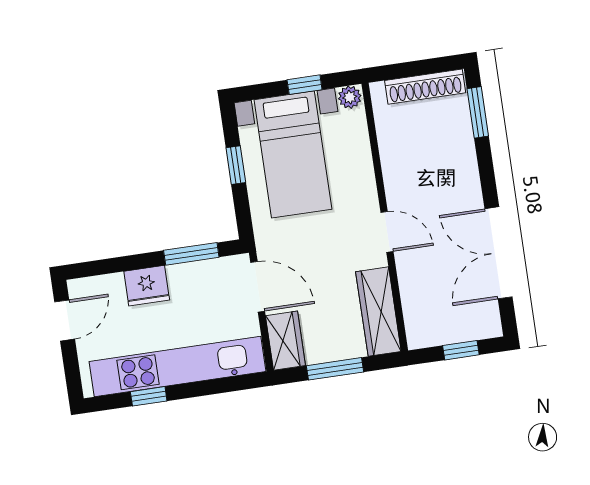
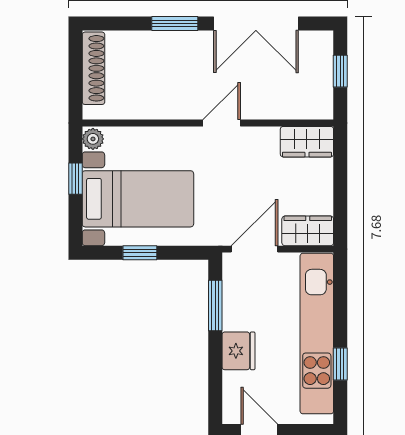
window: (478, 112) -> (175, 23), moved
wardrobe: (378, 312) -> (307, 142), width x0.67
window: (335, 369) -> (340, 189), removed

